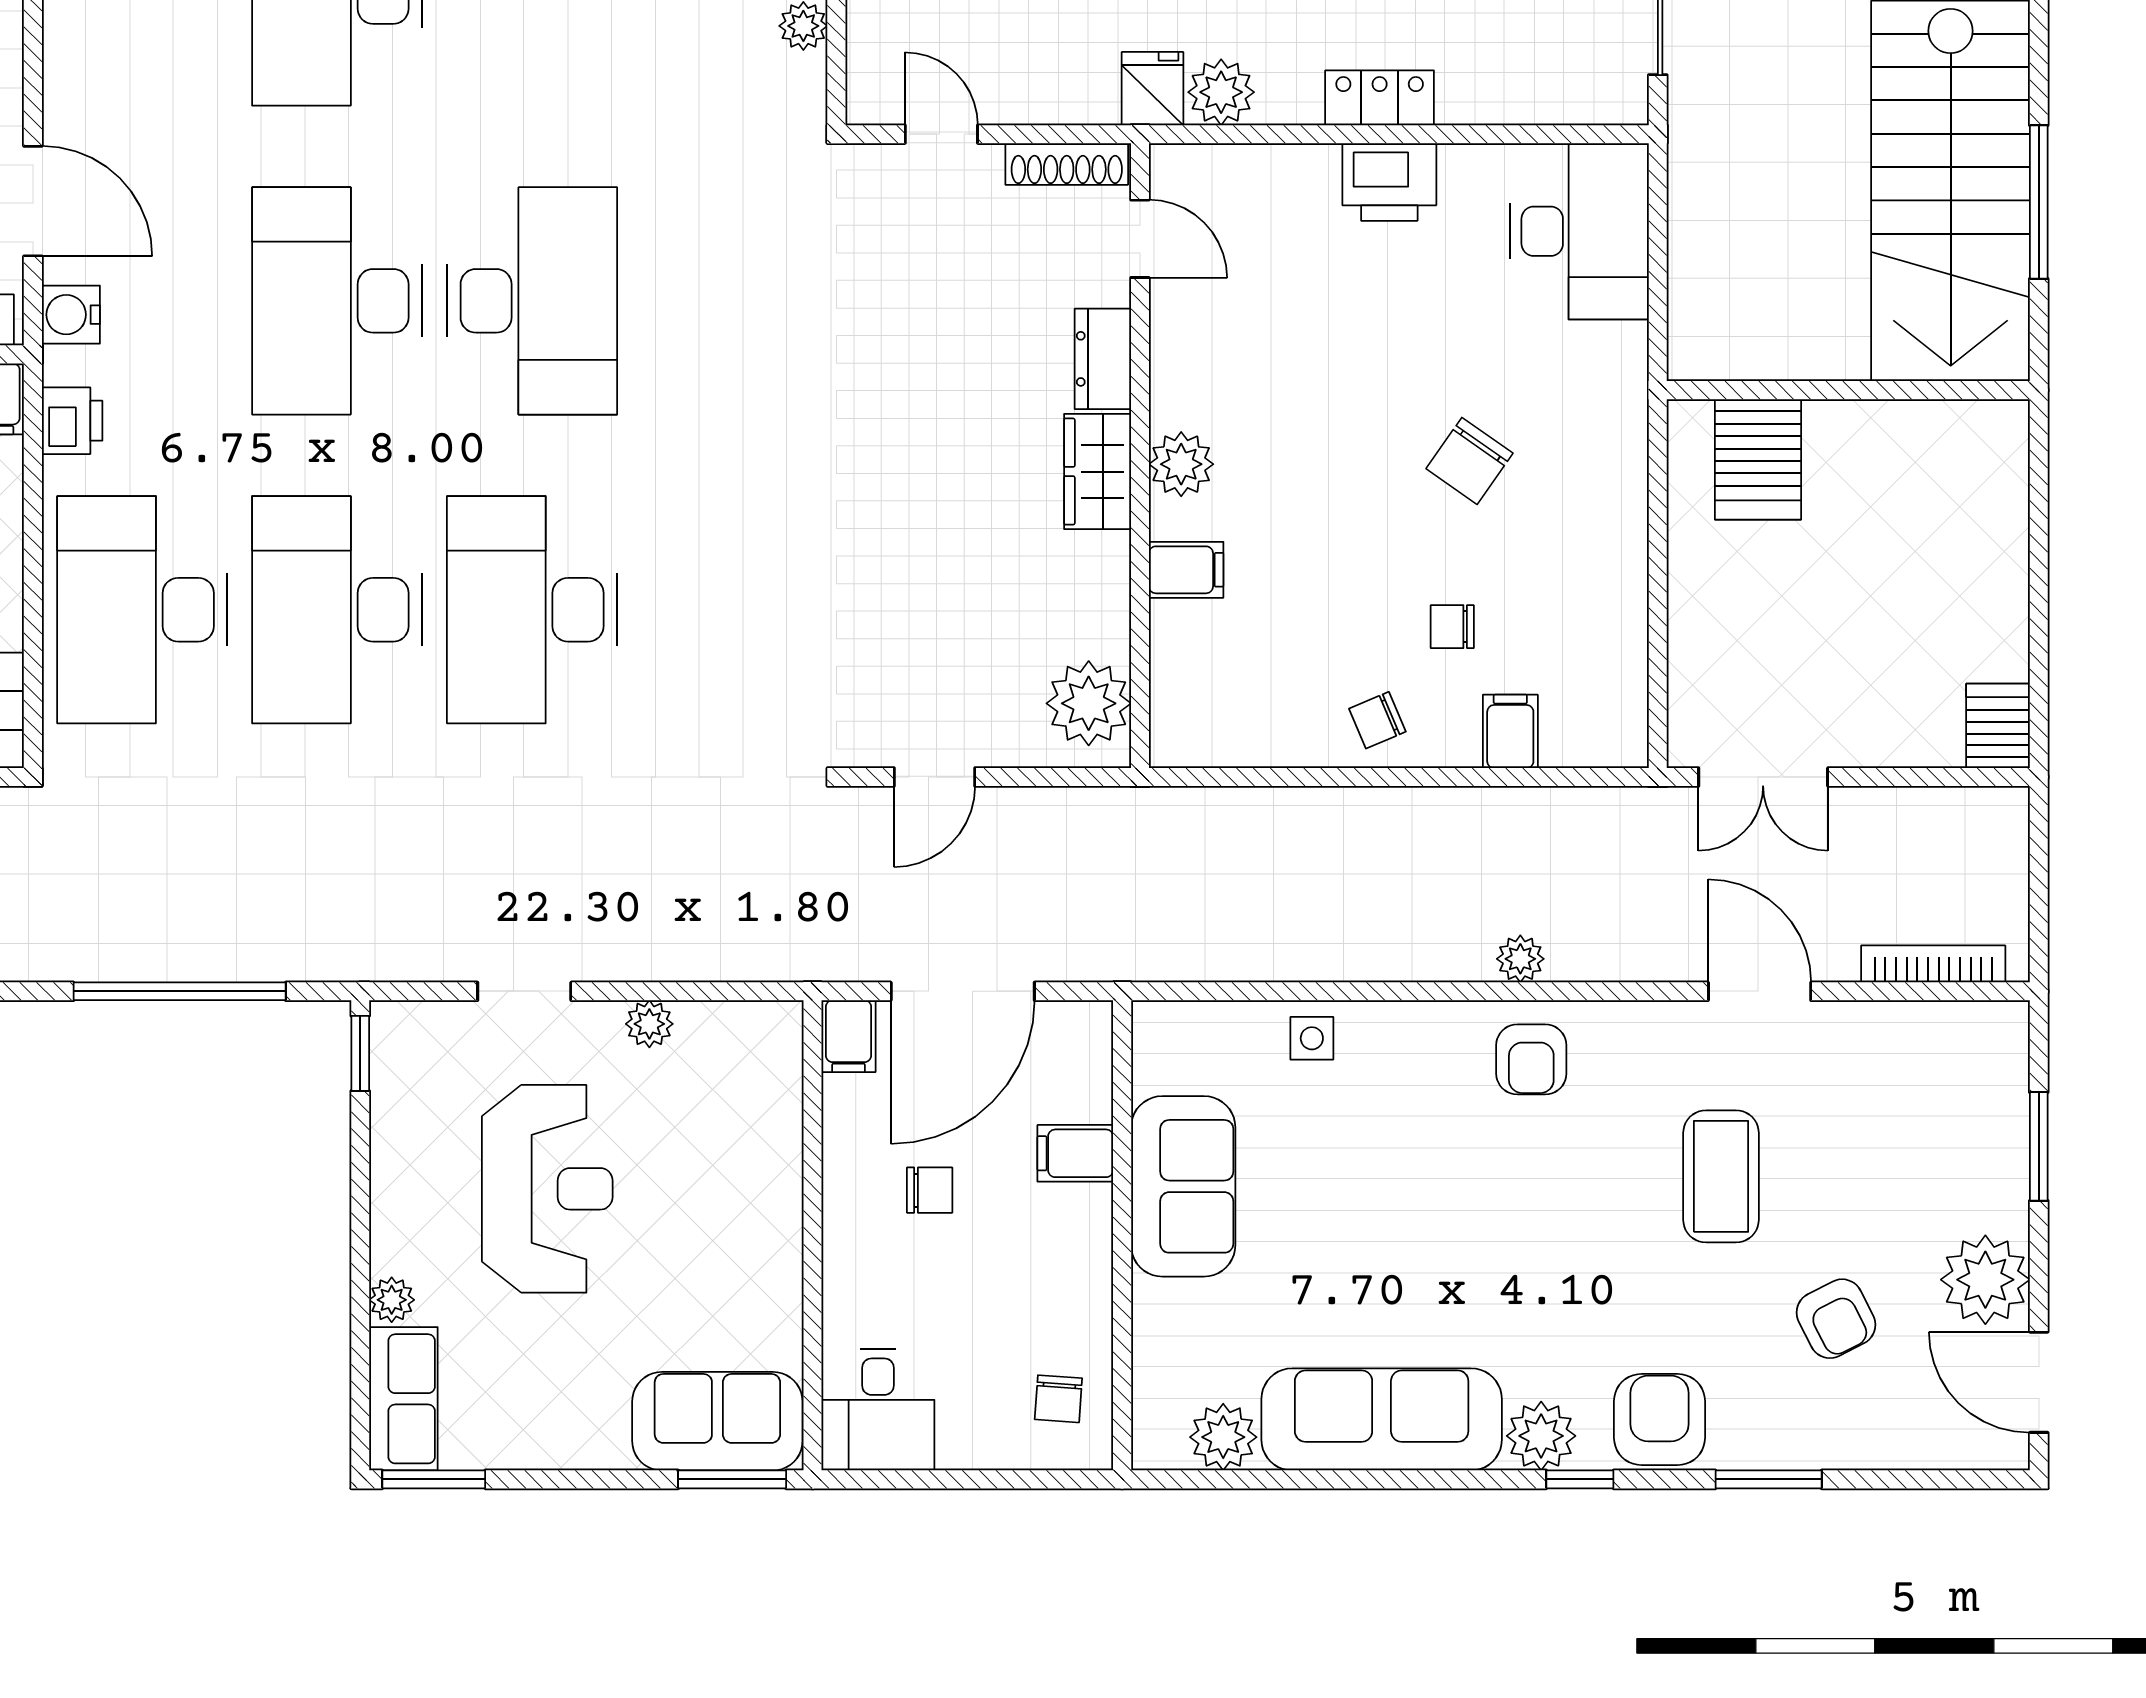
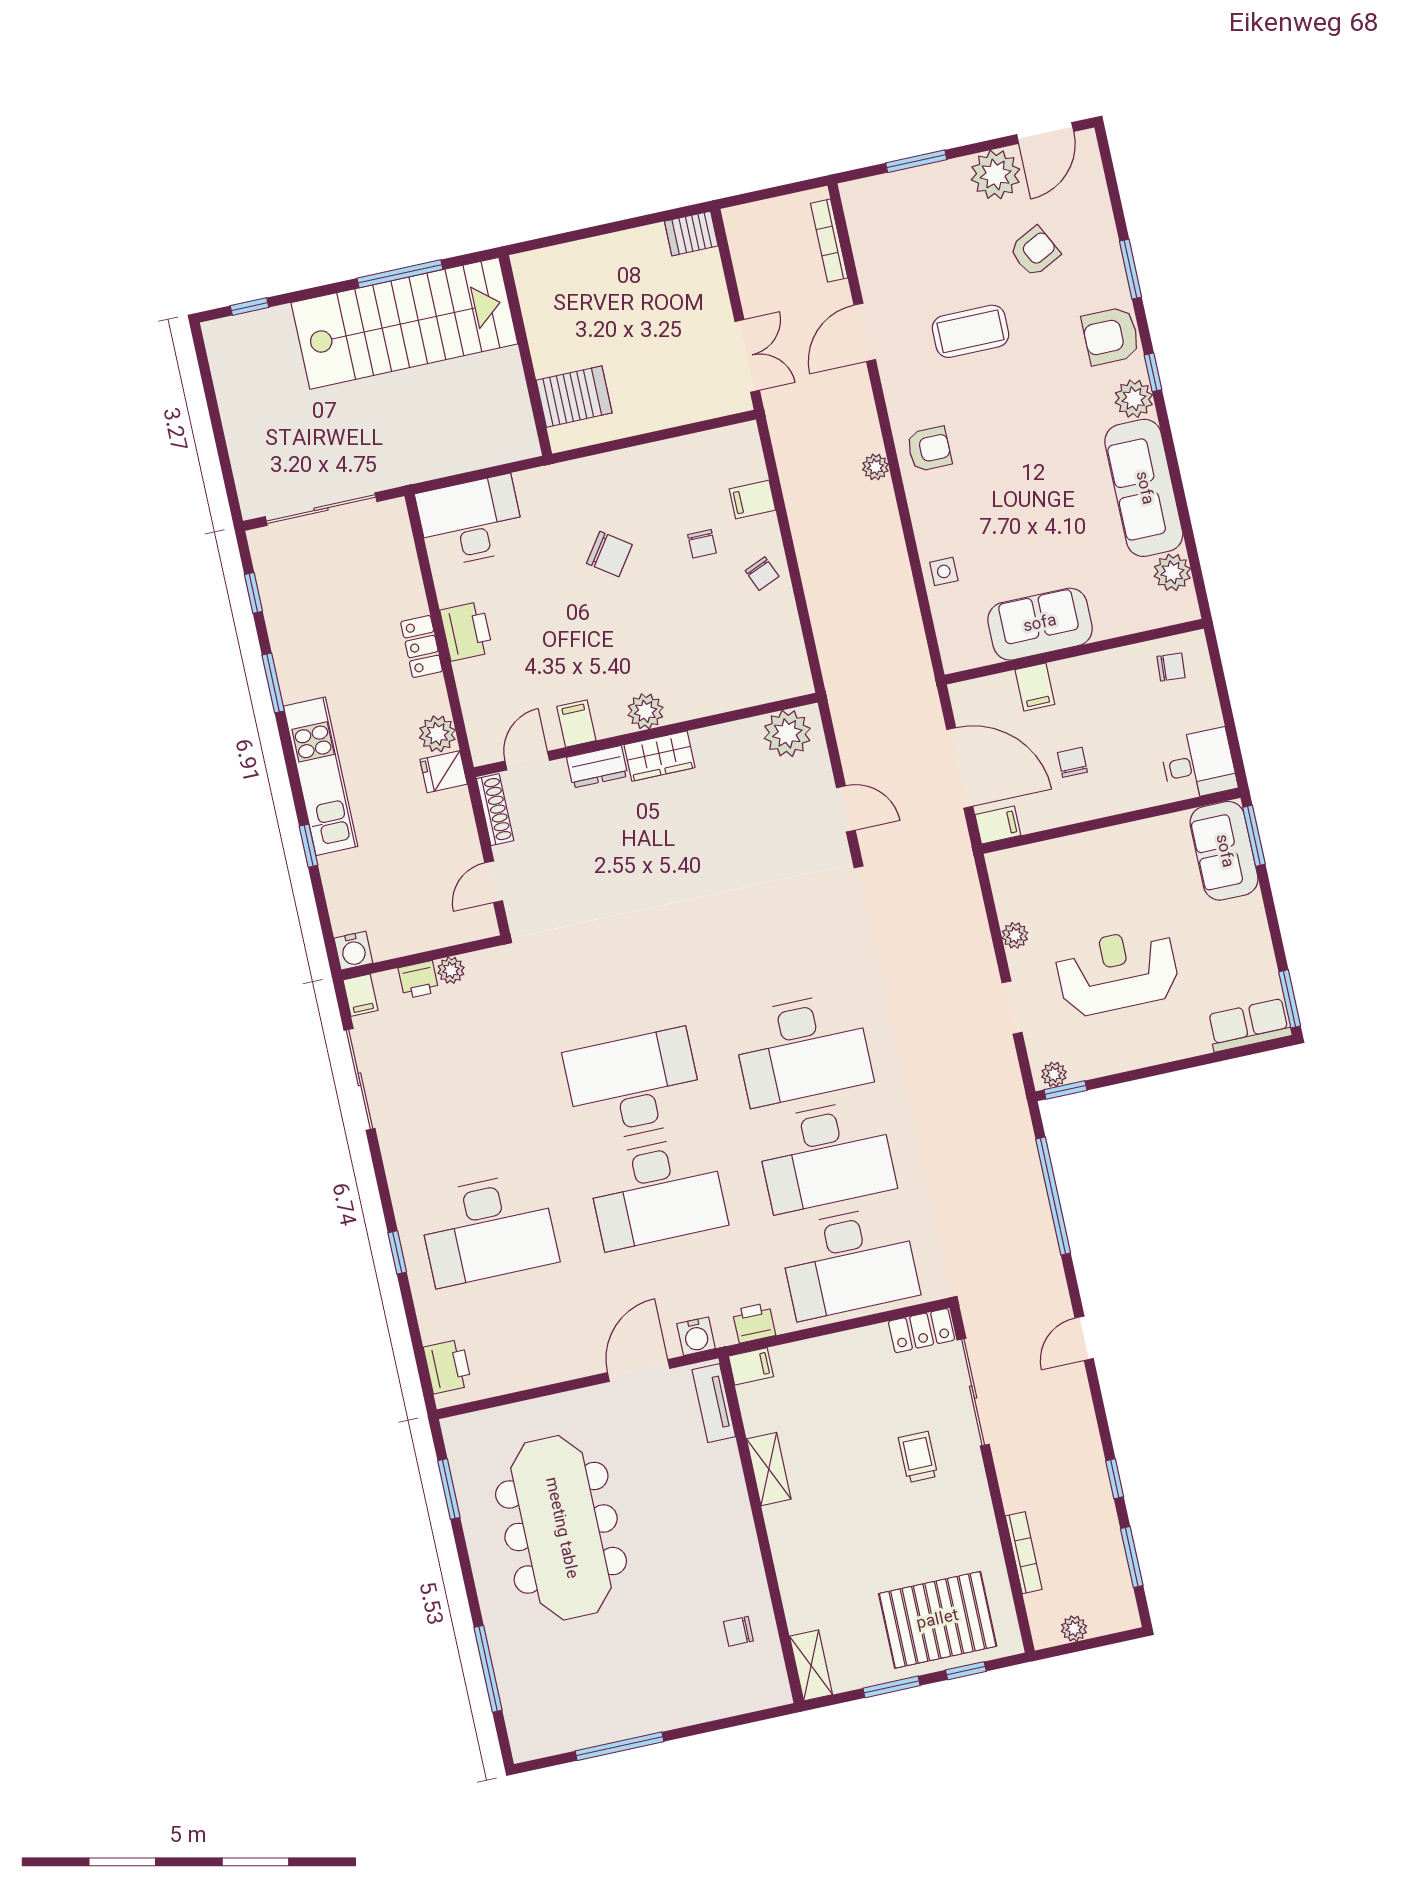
filing cabinet: (1186, 570) -> (576, 724), moved
plant: (392, 1300) -> (1054, 1074), moved

